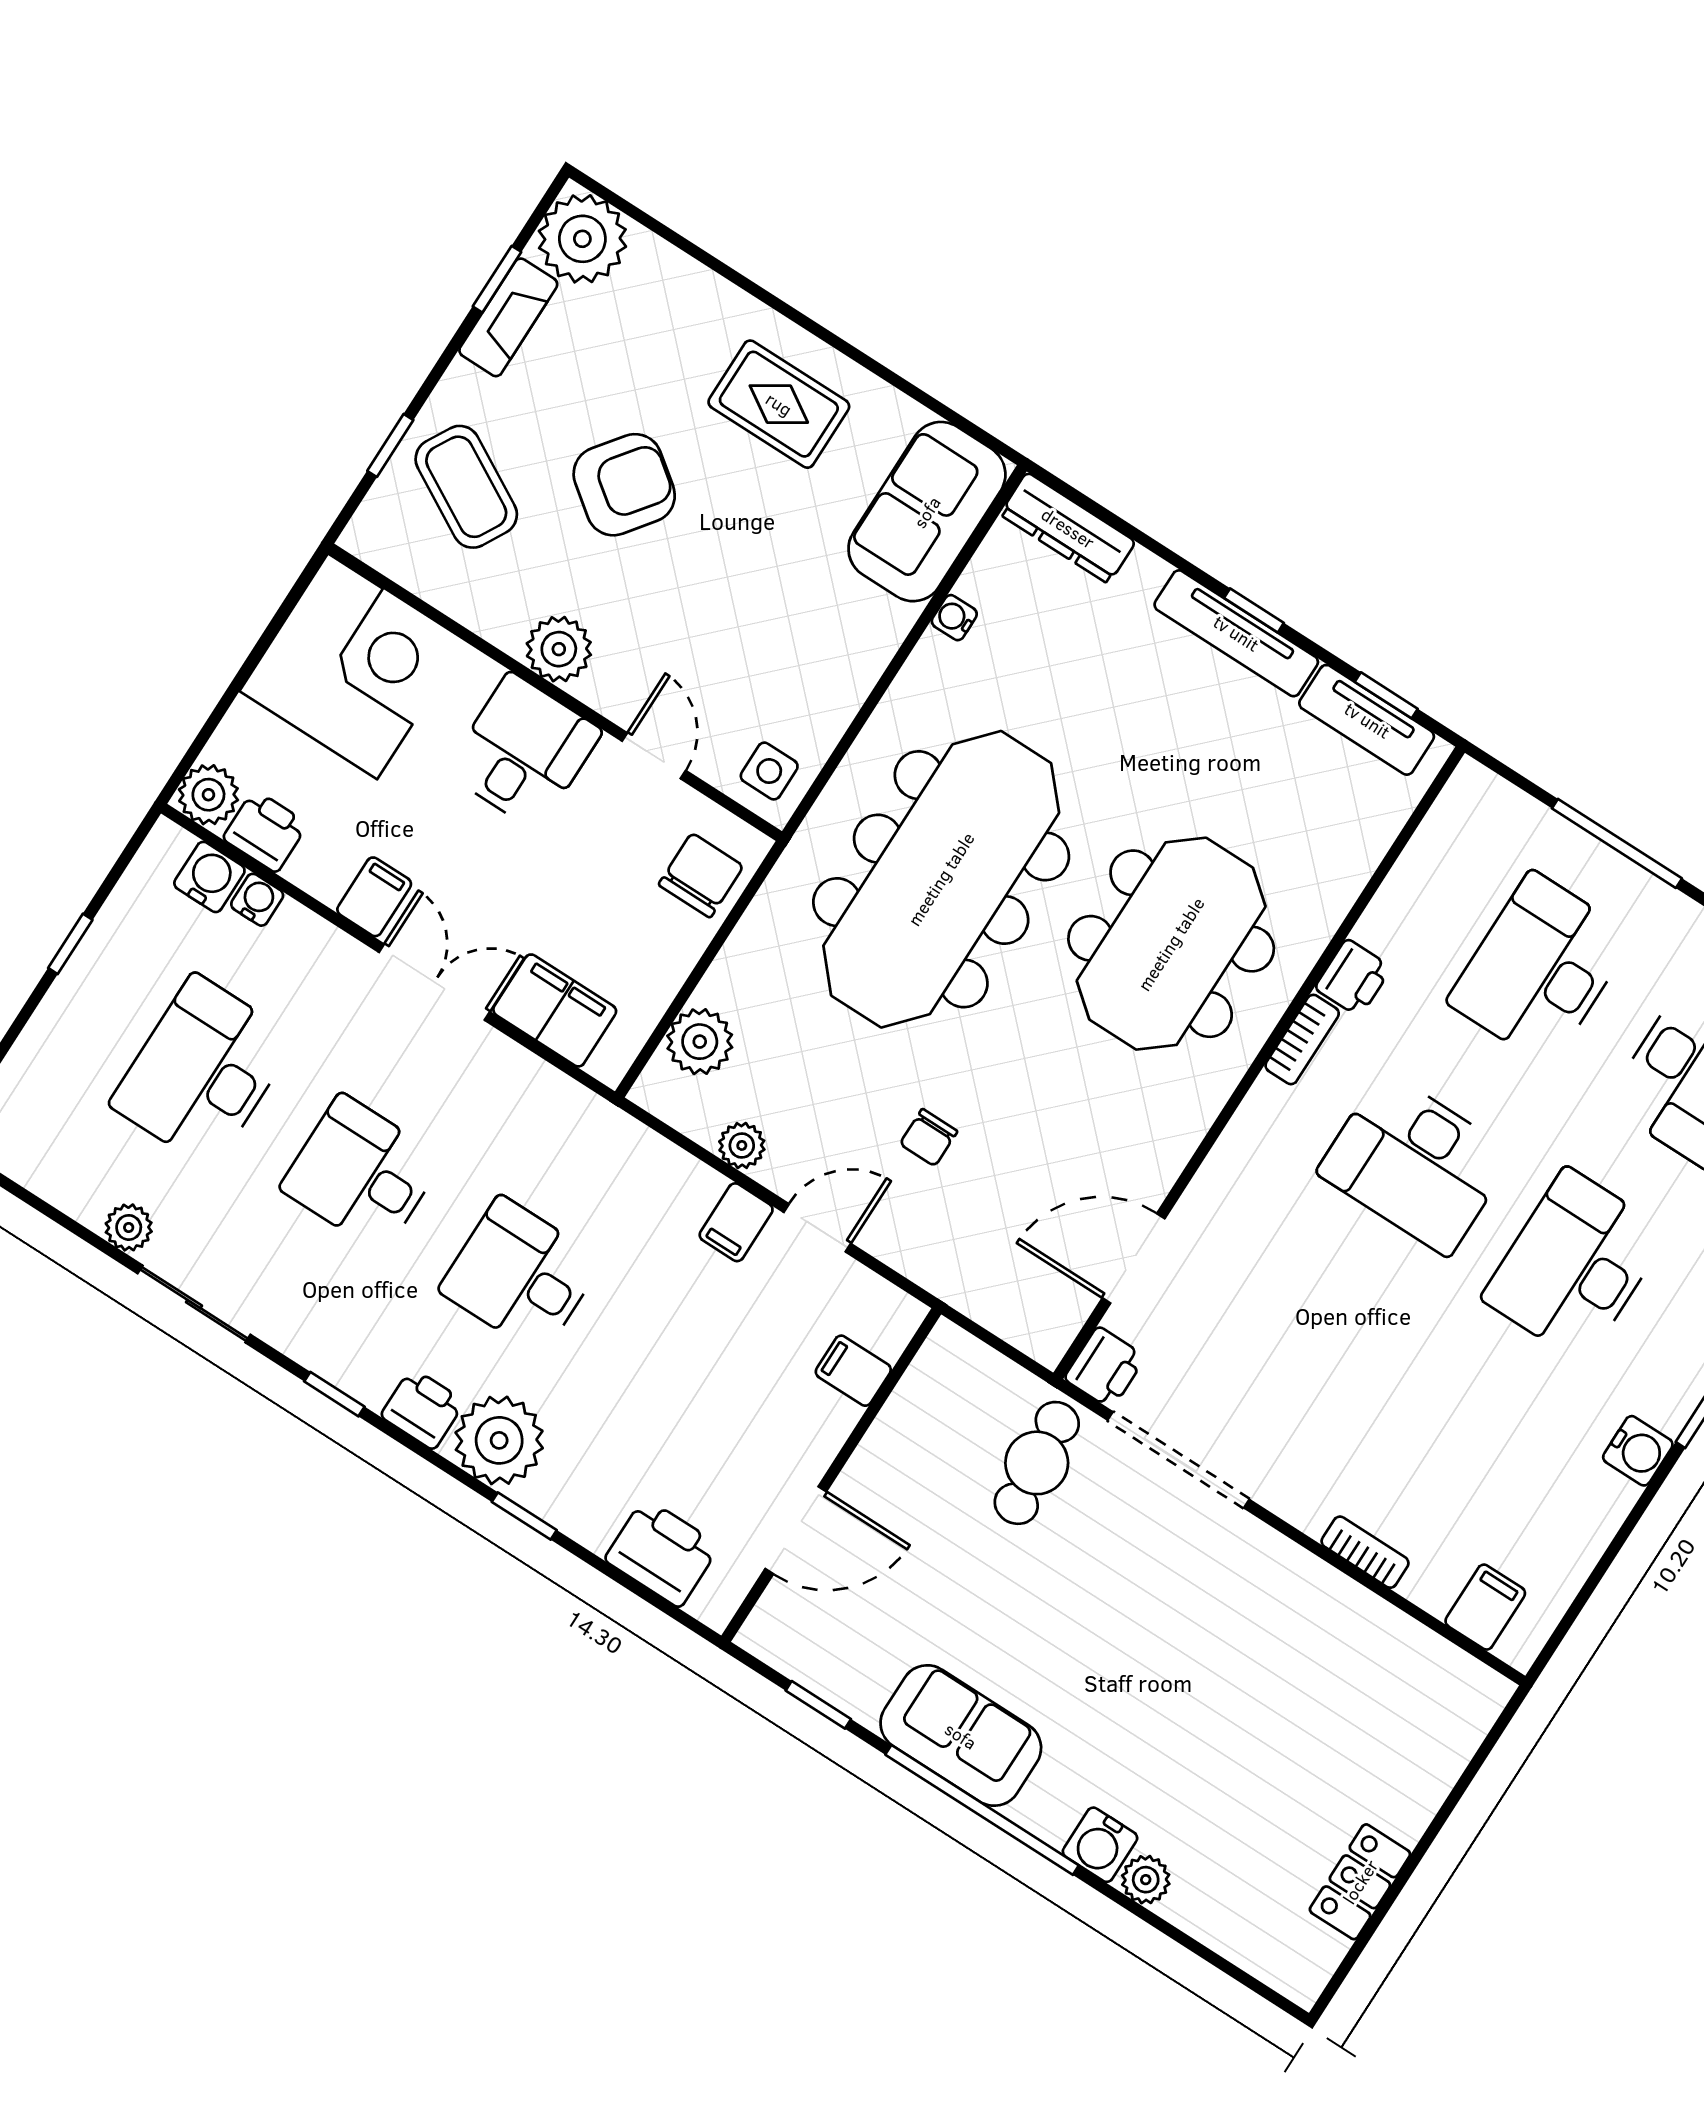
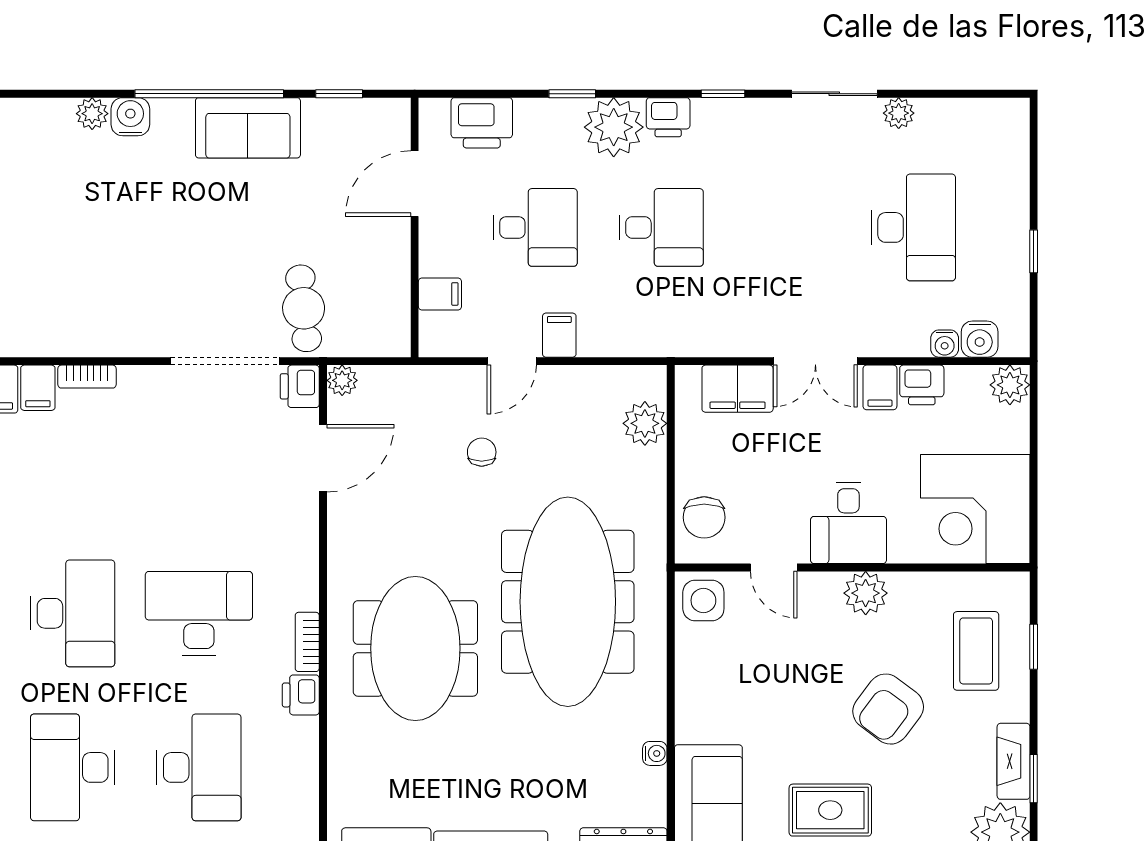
coffee table: (466, 487) -> (976, 651), turned 61
side table: (769, 771) -> (703, 600), width x1.37, depth x1.37
printer: (265, 831) -> (922, 385), moved
plant: (742, 1145) -> (342, 380), moved
desk: (362, 1174) -> (535, 227), moved
filing cabinet: (1436, 1578) -> (38, 388), added

